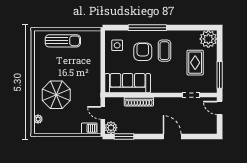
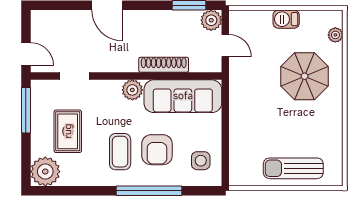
plant: (157, 87) -> (132, 90), added
barbecue: (89, 128) -> (286, 19), moved

